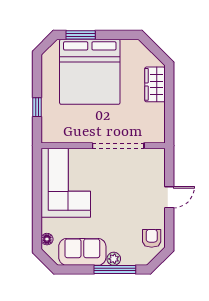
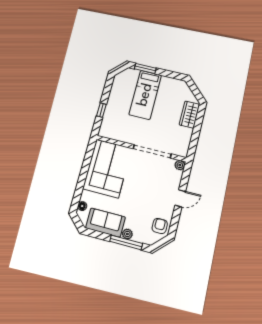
bed: (90, 72) -> (145, 95), width x0.49
plant: (158, 155) -> (180, 165), added

